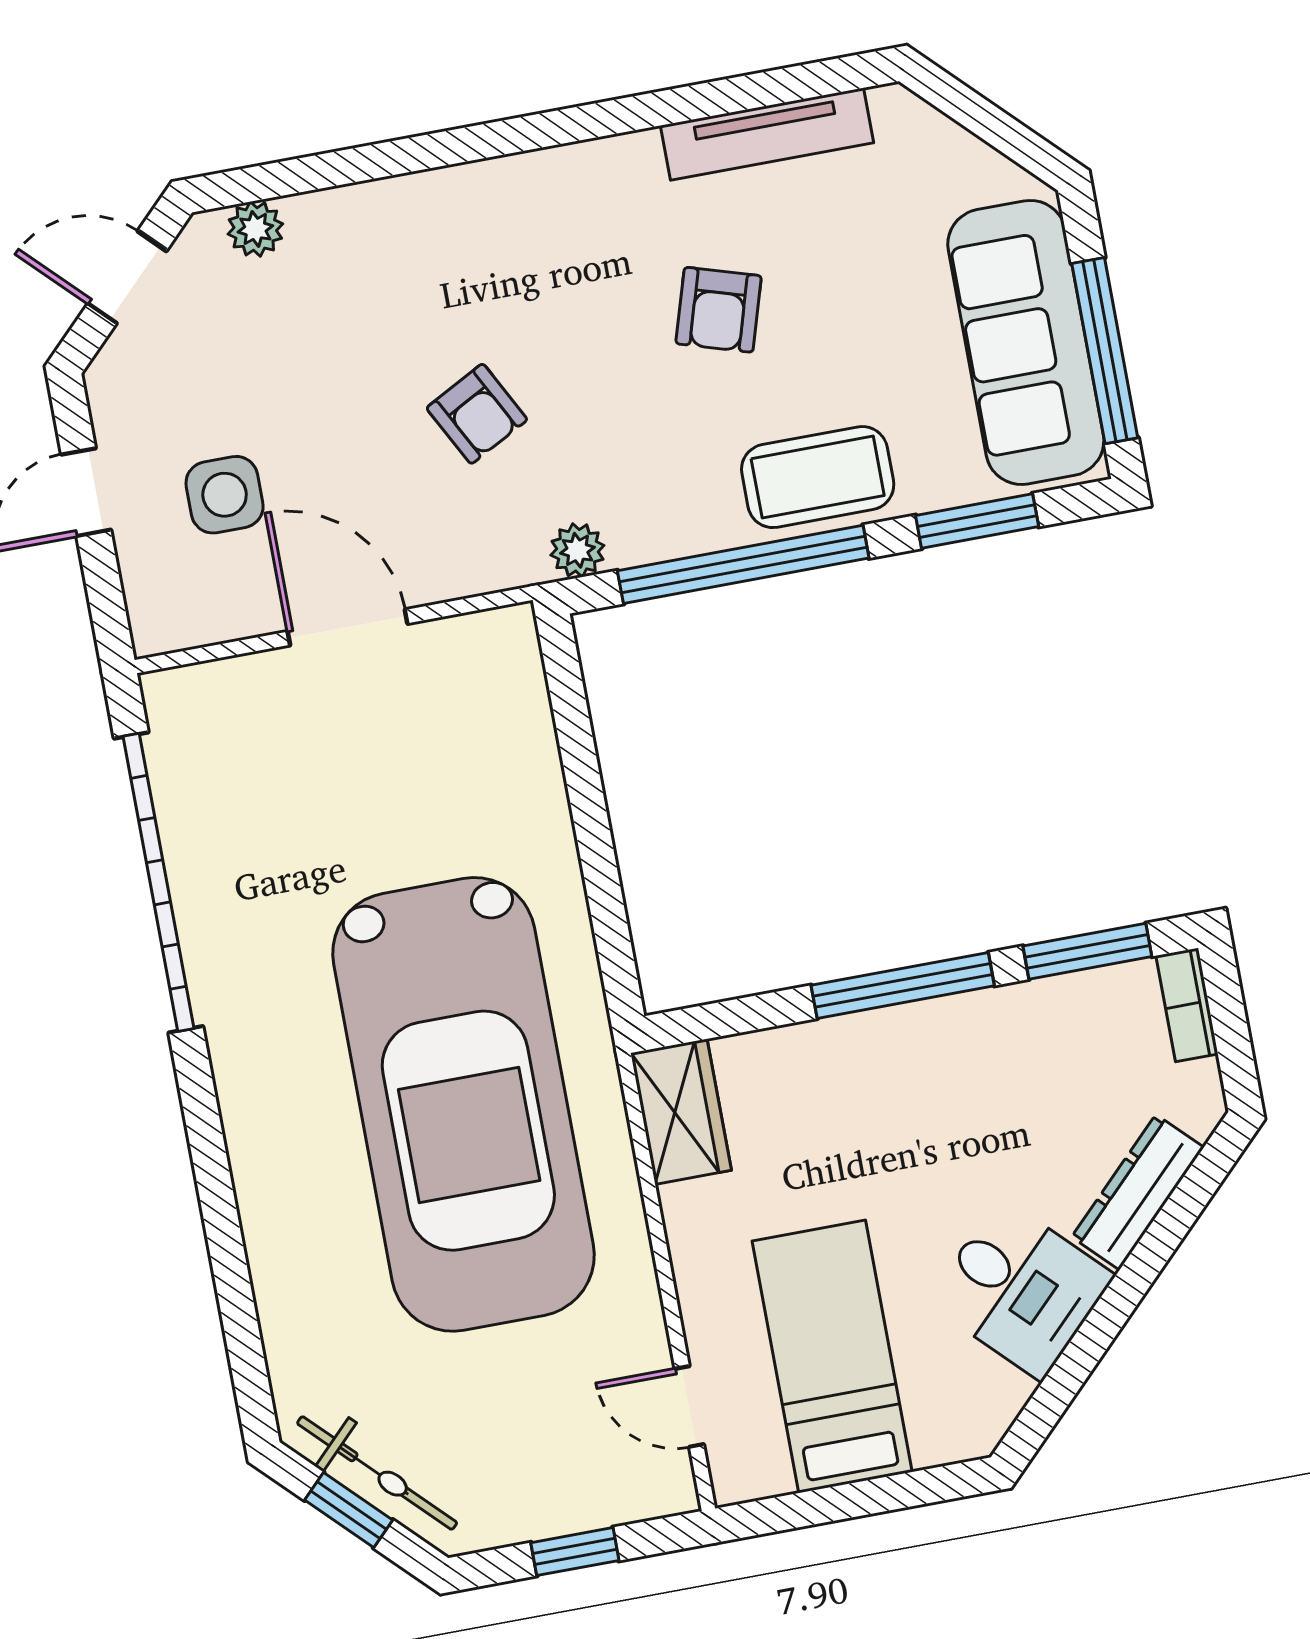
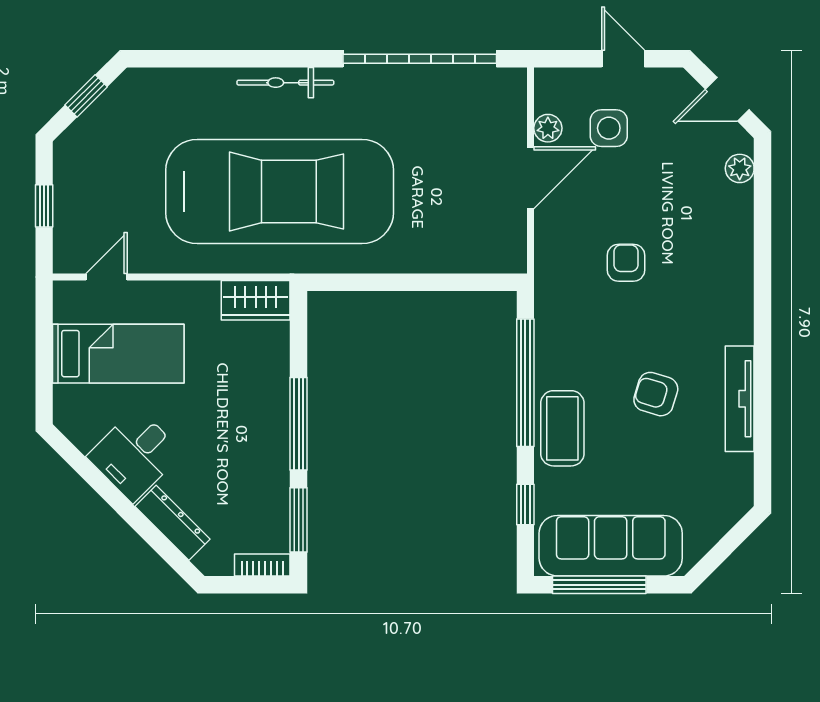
tv unit: (767, 134) -> (740, 399), moved
door: (127, 277) -> (727, 99), swing flipped
armchair: (477, 414) -> (626, 263), turned 118
window: (977, 521) -> (525, 504), width x0.67
plant: (577, 550) -> (548, 128), moved
car: (463, 1104) -> (280, 192), turned 180
bicycle: (377, 1473) -> (285, 83), moved, turned 45

